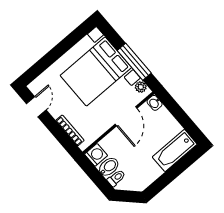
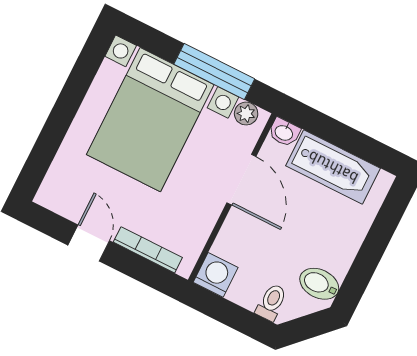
door: (36, 107) -> (89, 243), moved
bathtub: (175, 151) -> (333, 167), moved, turned -90
bidet: (109, 167) -> (319, 284), moved, turned -90

